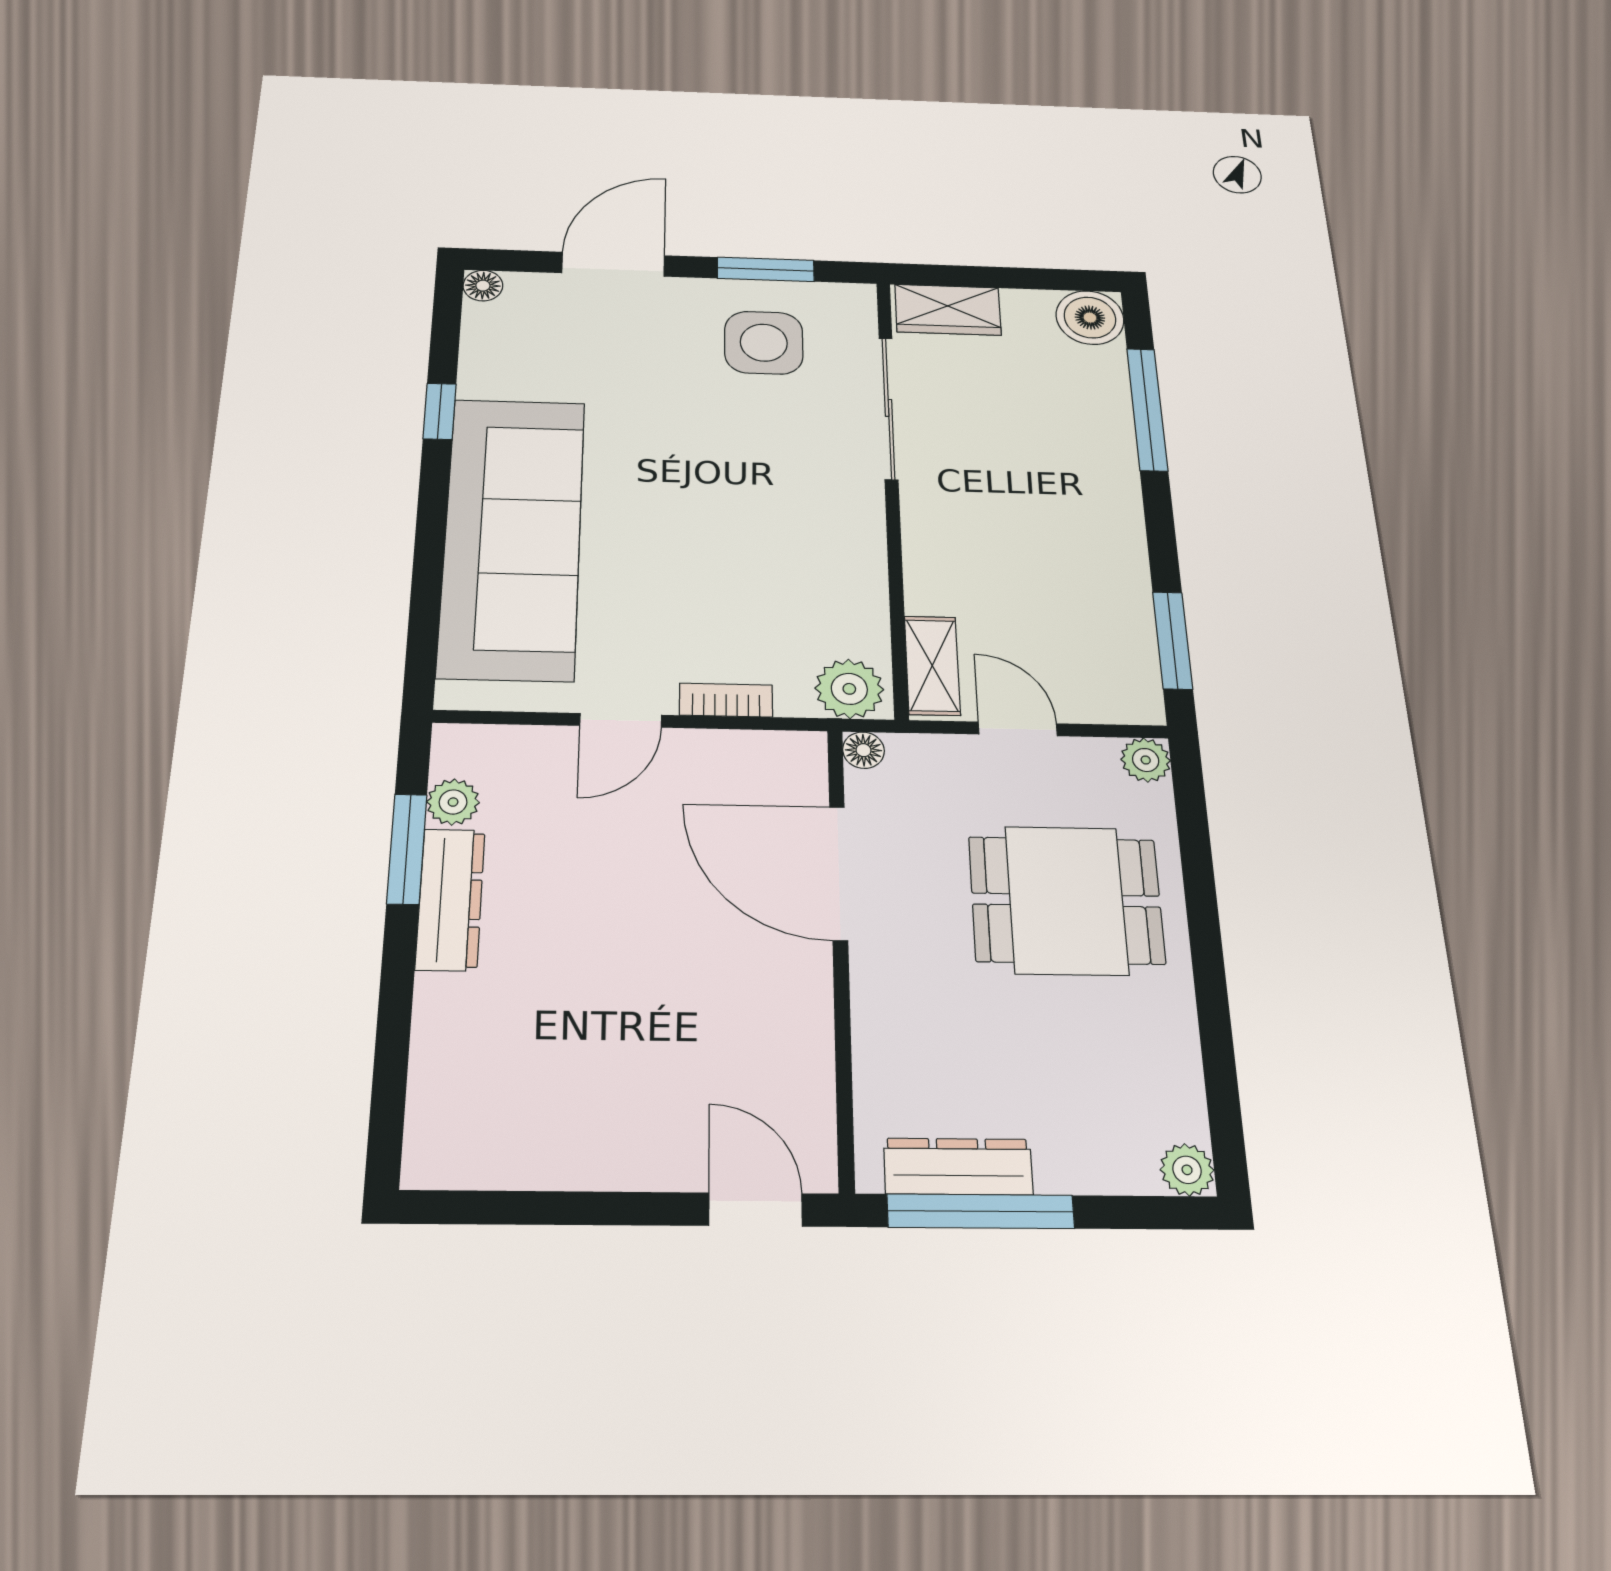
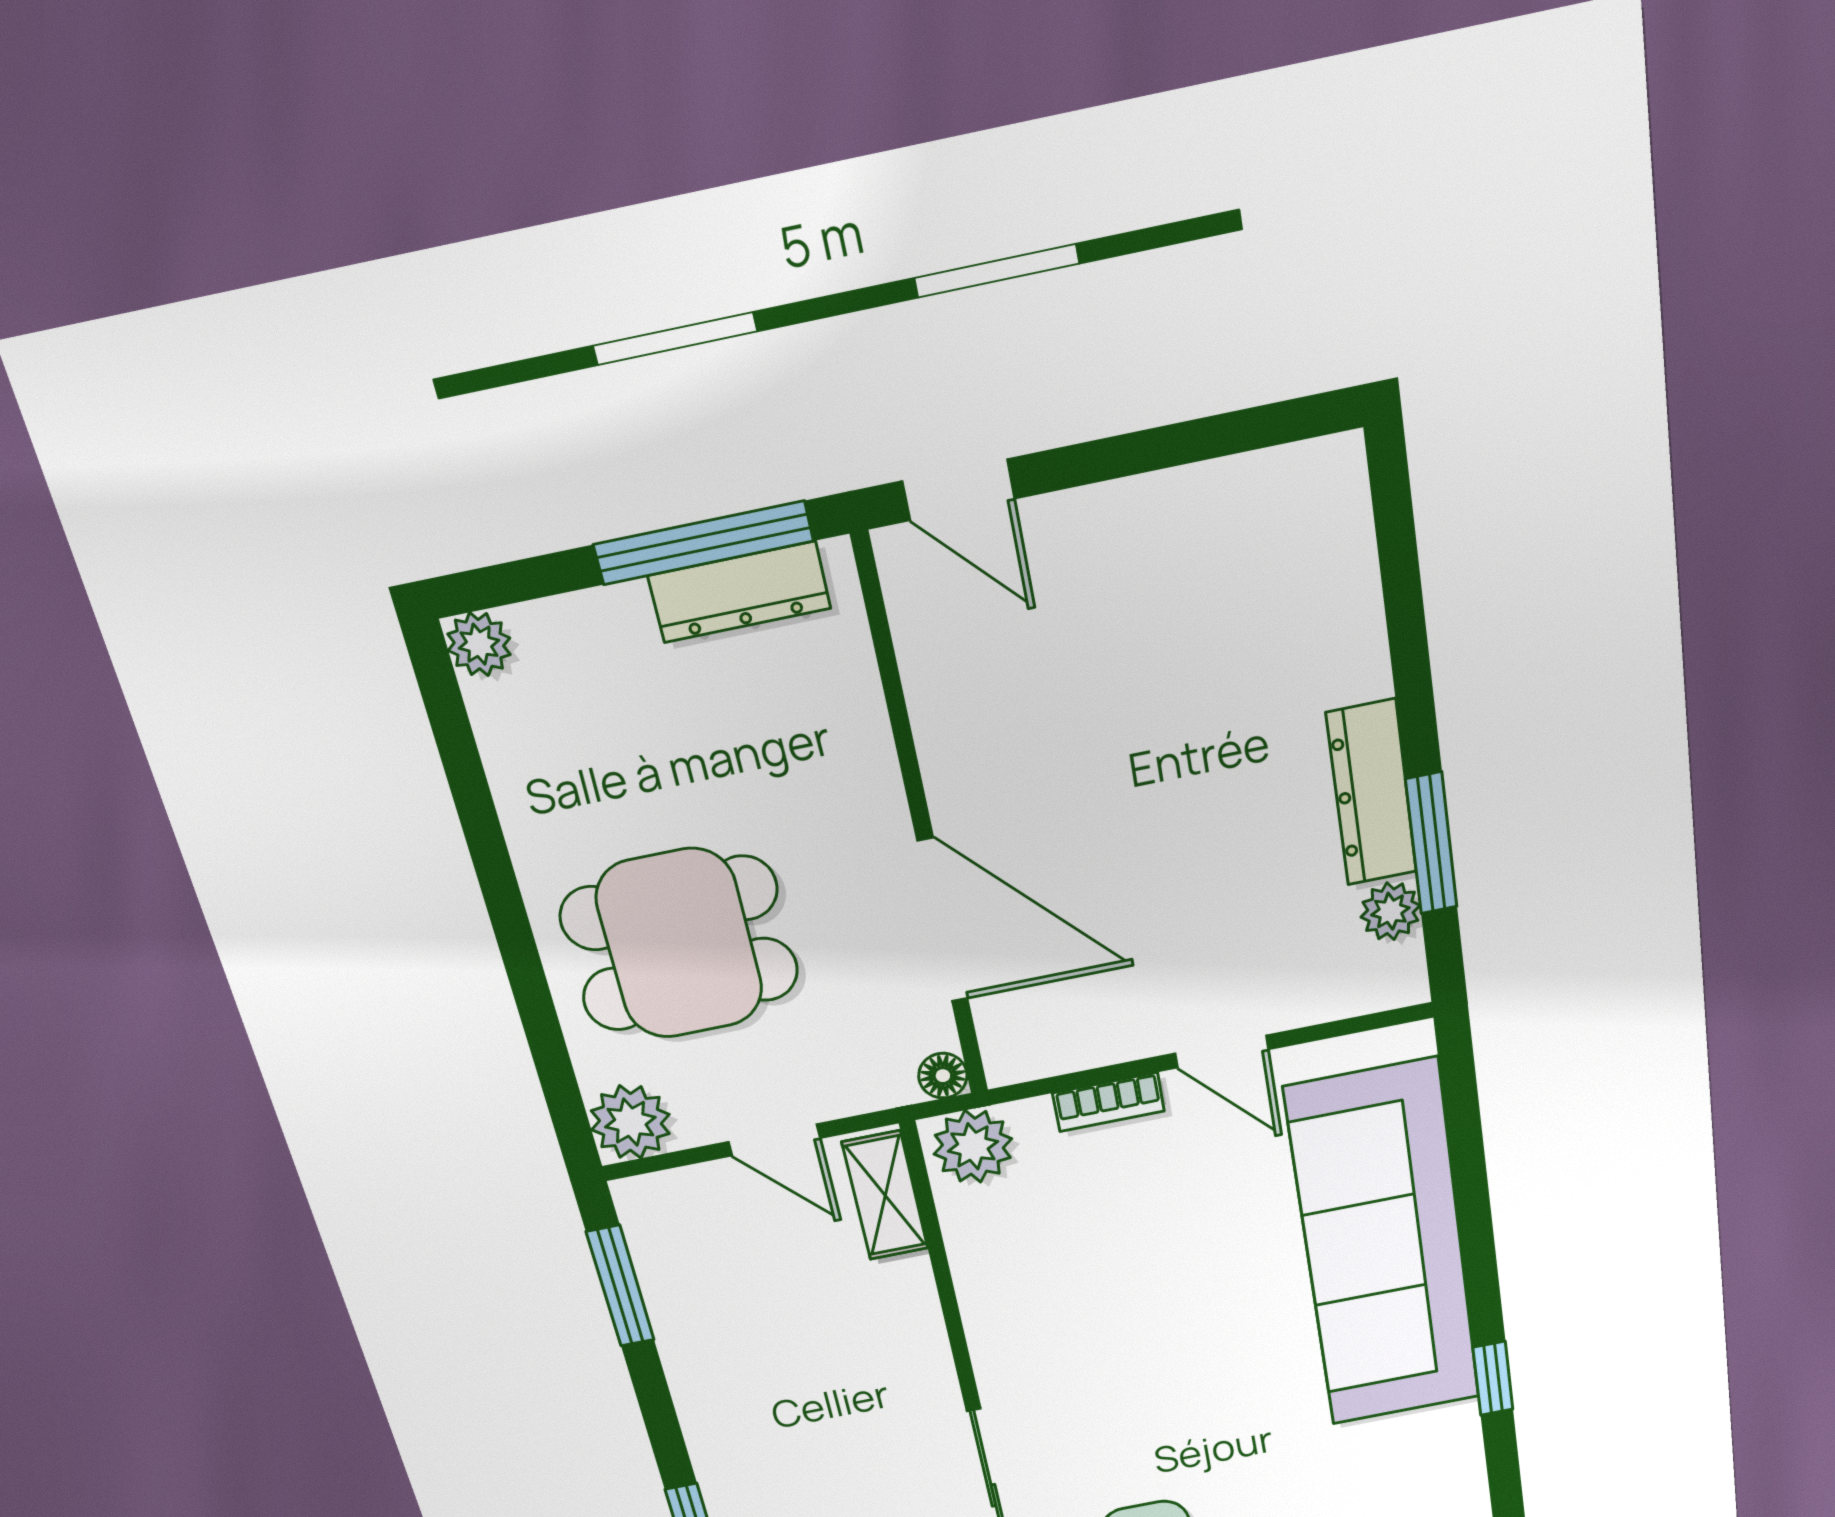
door: (621, 720) -> (1222, 1051), swing flipped
plant: (1146, 760) -> (630, 1122), width x1.38, depth x1.38

